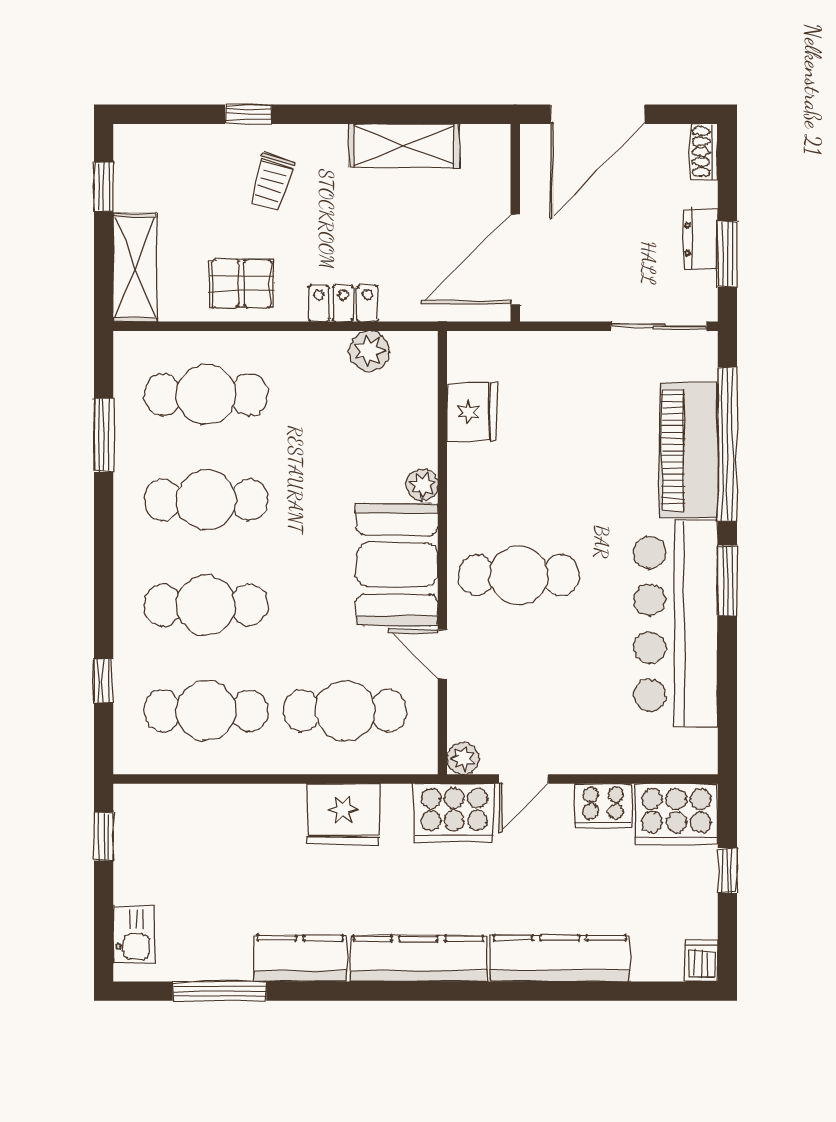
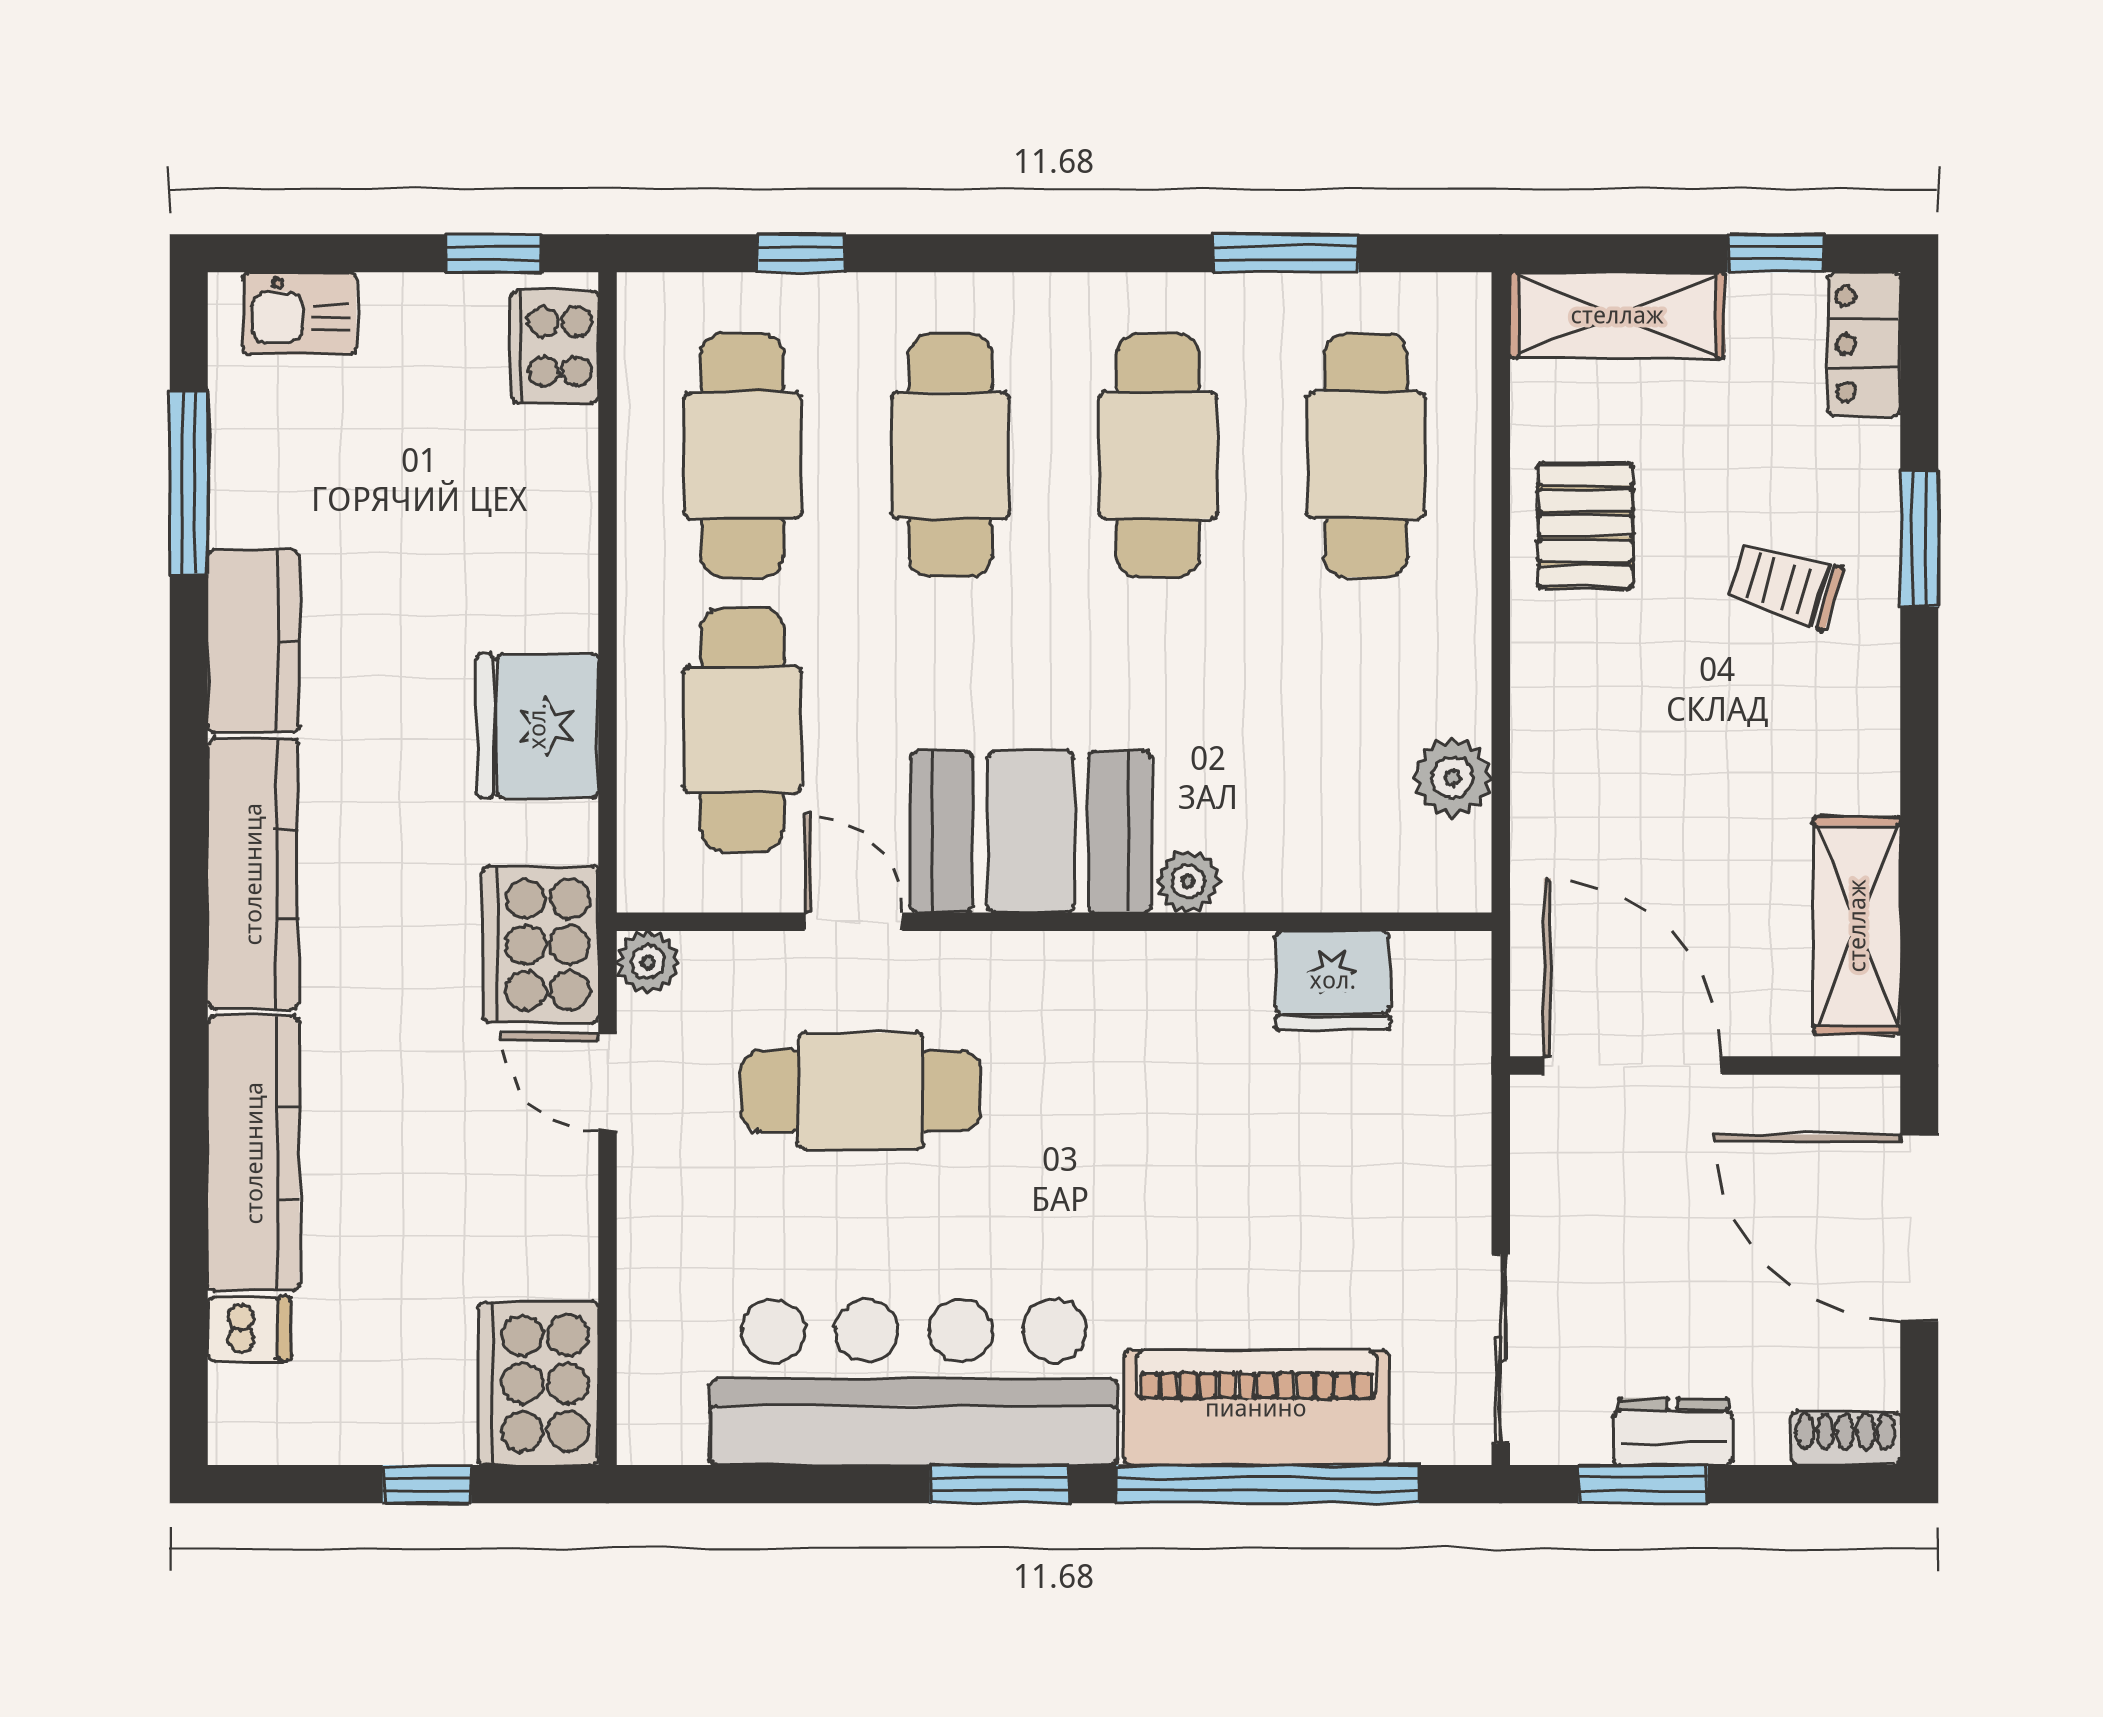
window: (248, 114) -> (1919, 539), width x1.50
shelving: (404, 146) -> (1857, 926), moved
locker: (343, 303) -> (1864, 344), moved, turned 180
cafe table: (519, 575) -> (861, 1091), moved, turned 90
door: (442, 654) -> (853, 922), hinge flipped
cooker: (603, 806) -> (555, 347), moved
dishwasher: (701, 960) -> (249, 1329), moved

